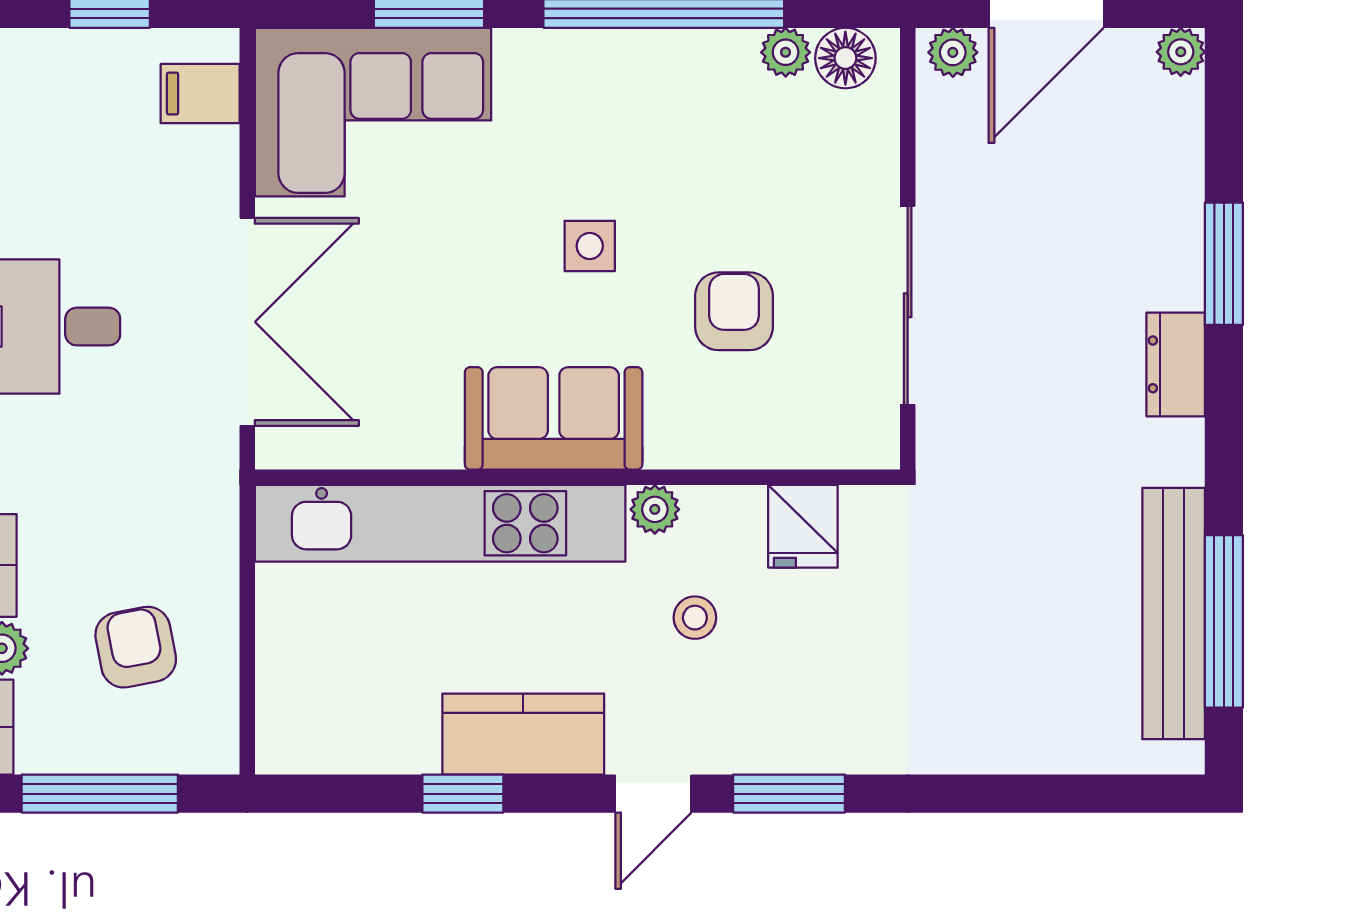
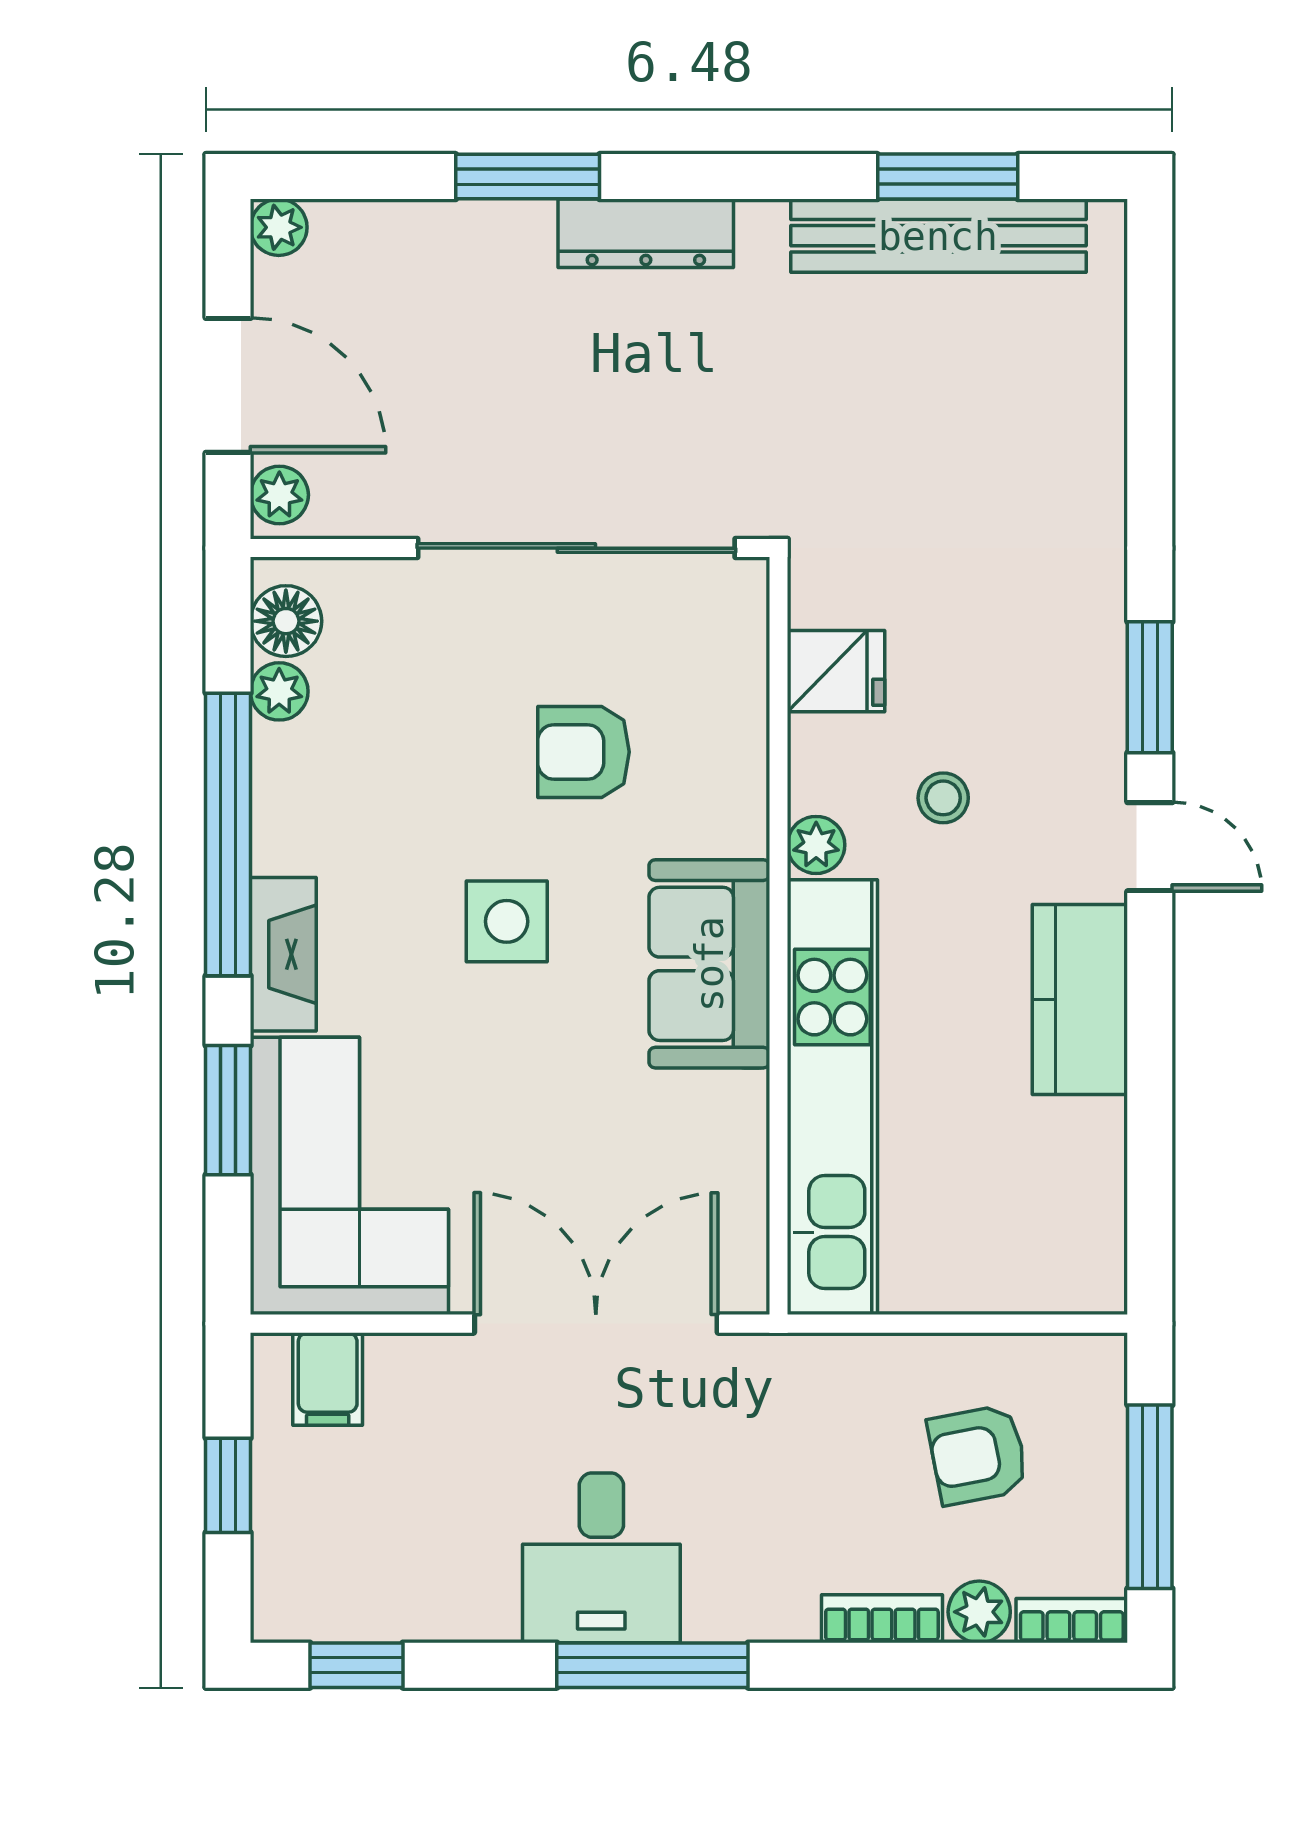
fireplace: (562, 56) -> (283, 954), added
side table: (590, 246) -> (507, 921), width x1.37, depth x1.37
sliding door: (908, 305) -> (576, 548), width x1.36
dresser: (1176, 364) -> (646, 233), width x1.44
window: (1224, 621) -> (948, 177), width x0.69
window: (463, 794) -> (1150, 1070), removed

